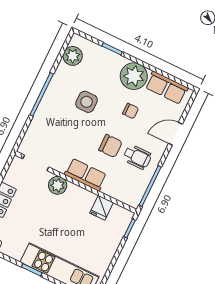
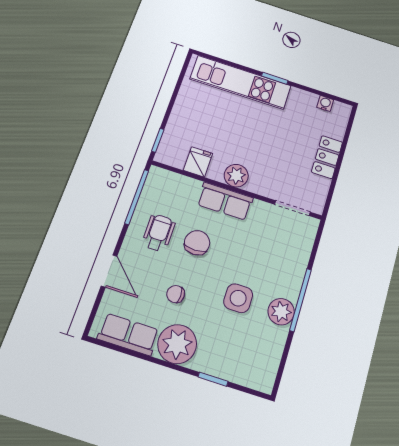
plant: (73, 56) -> (281, 312), moved
door: (175, 134) -> (109, 271), hinge flipped
chair: (110, 146) -> (197, 243), turned 90
wheelchair: (137, 157) -> (159, 233), turned 90
plant: (58, 185) -> (236, 176), moved

